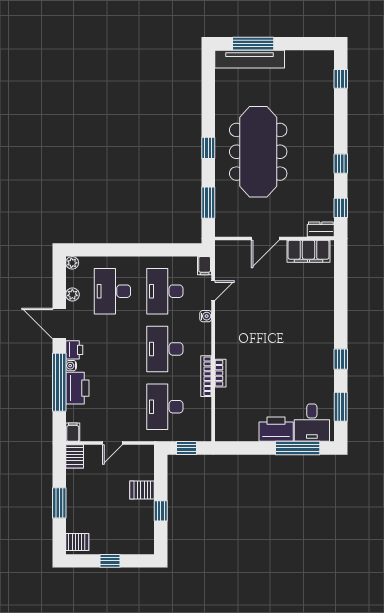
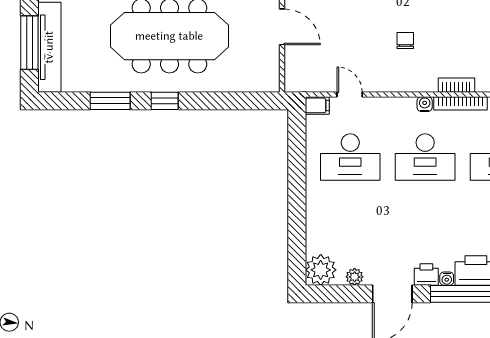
window: (208, 203) -> (110, 101), moved
plant: (72, 263) -> (321, 270), width x1.88, depth x1.88
desk: (112, 291) -> (350, 225), removed
water cooler: (206, 316) -> (425, 104), moved
chair: (255, 334) -> (405, 41), added

